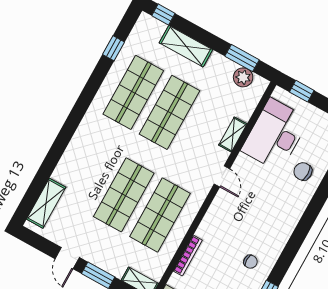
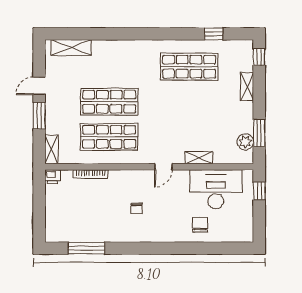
shelving: (186, 46) -> (247, 87), width x0.67, depth x0.75
shop shelf: (170, 112) -> (189, 102), removed
chair: (250, 262) -> (137, 208), moved

